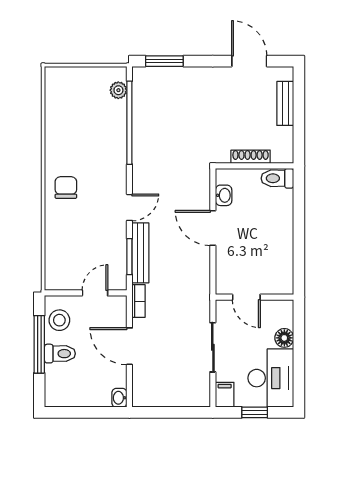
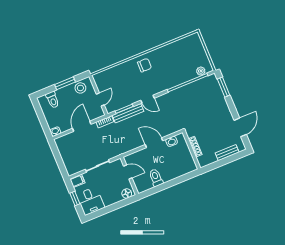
toilet: (277, 178) -> (156, 178), moved
door: (213, 228) -> (154, 143), hinge flipped
door: (95, 293) -> (100, 100), hinge flipped
door: (246, 297) -> (128, 172), swing flipped
floor lamp: (284, 338) -> (127, 194), moved
window: (39, 344) -> (65, 83), width x0.69
toilet: (60, 354) -> (53, 100), moved
desk: (271, 378) -> (91, 201), width x0.73

